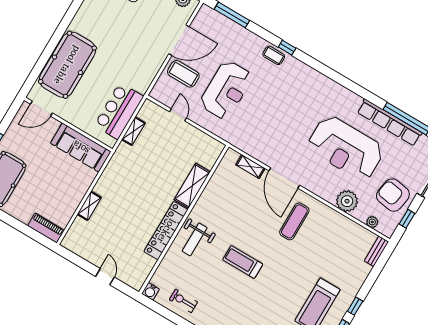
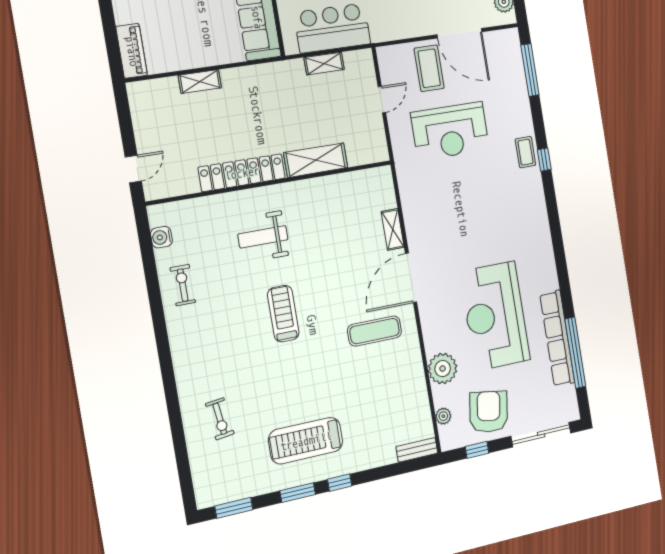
shelving: (192, 186) -> (316, 160), moved
wall: (184, 219) -> (271, 183), moved
locker: (166, 231) -> (242, 173), moved

